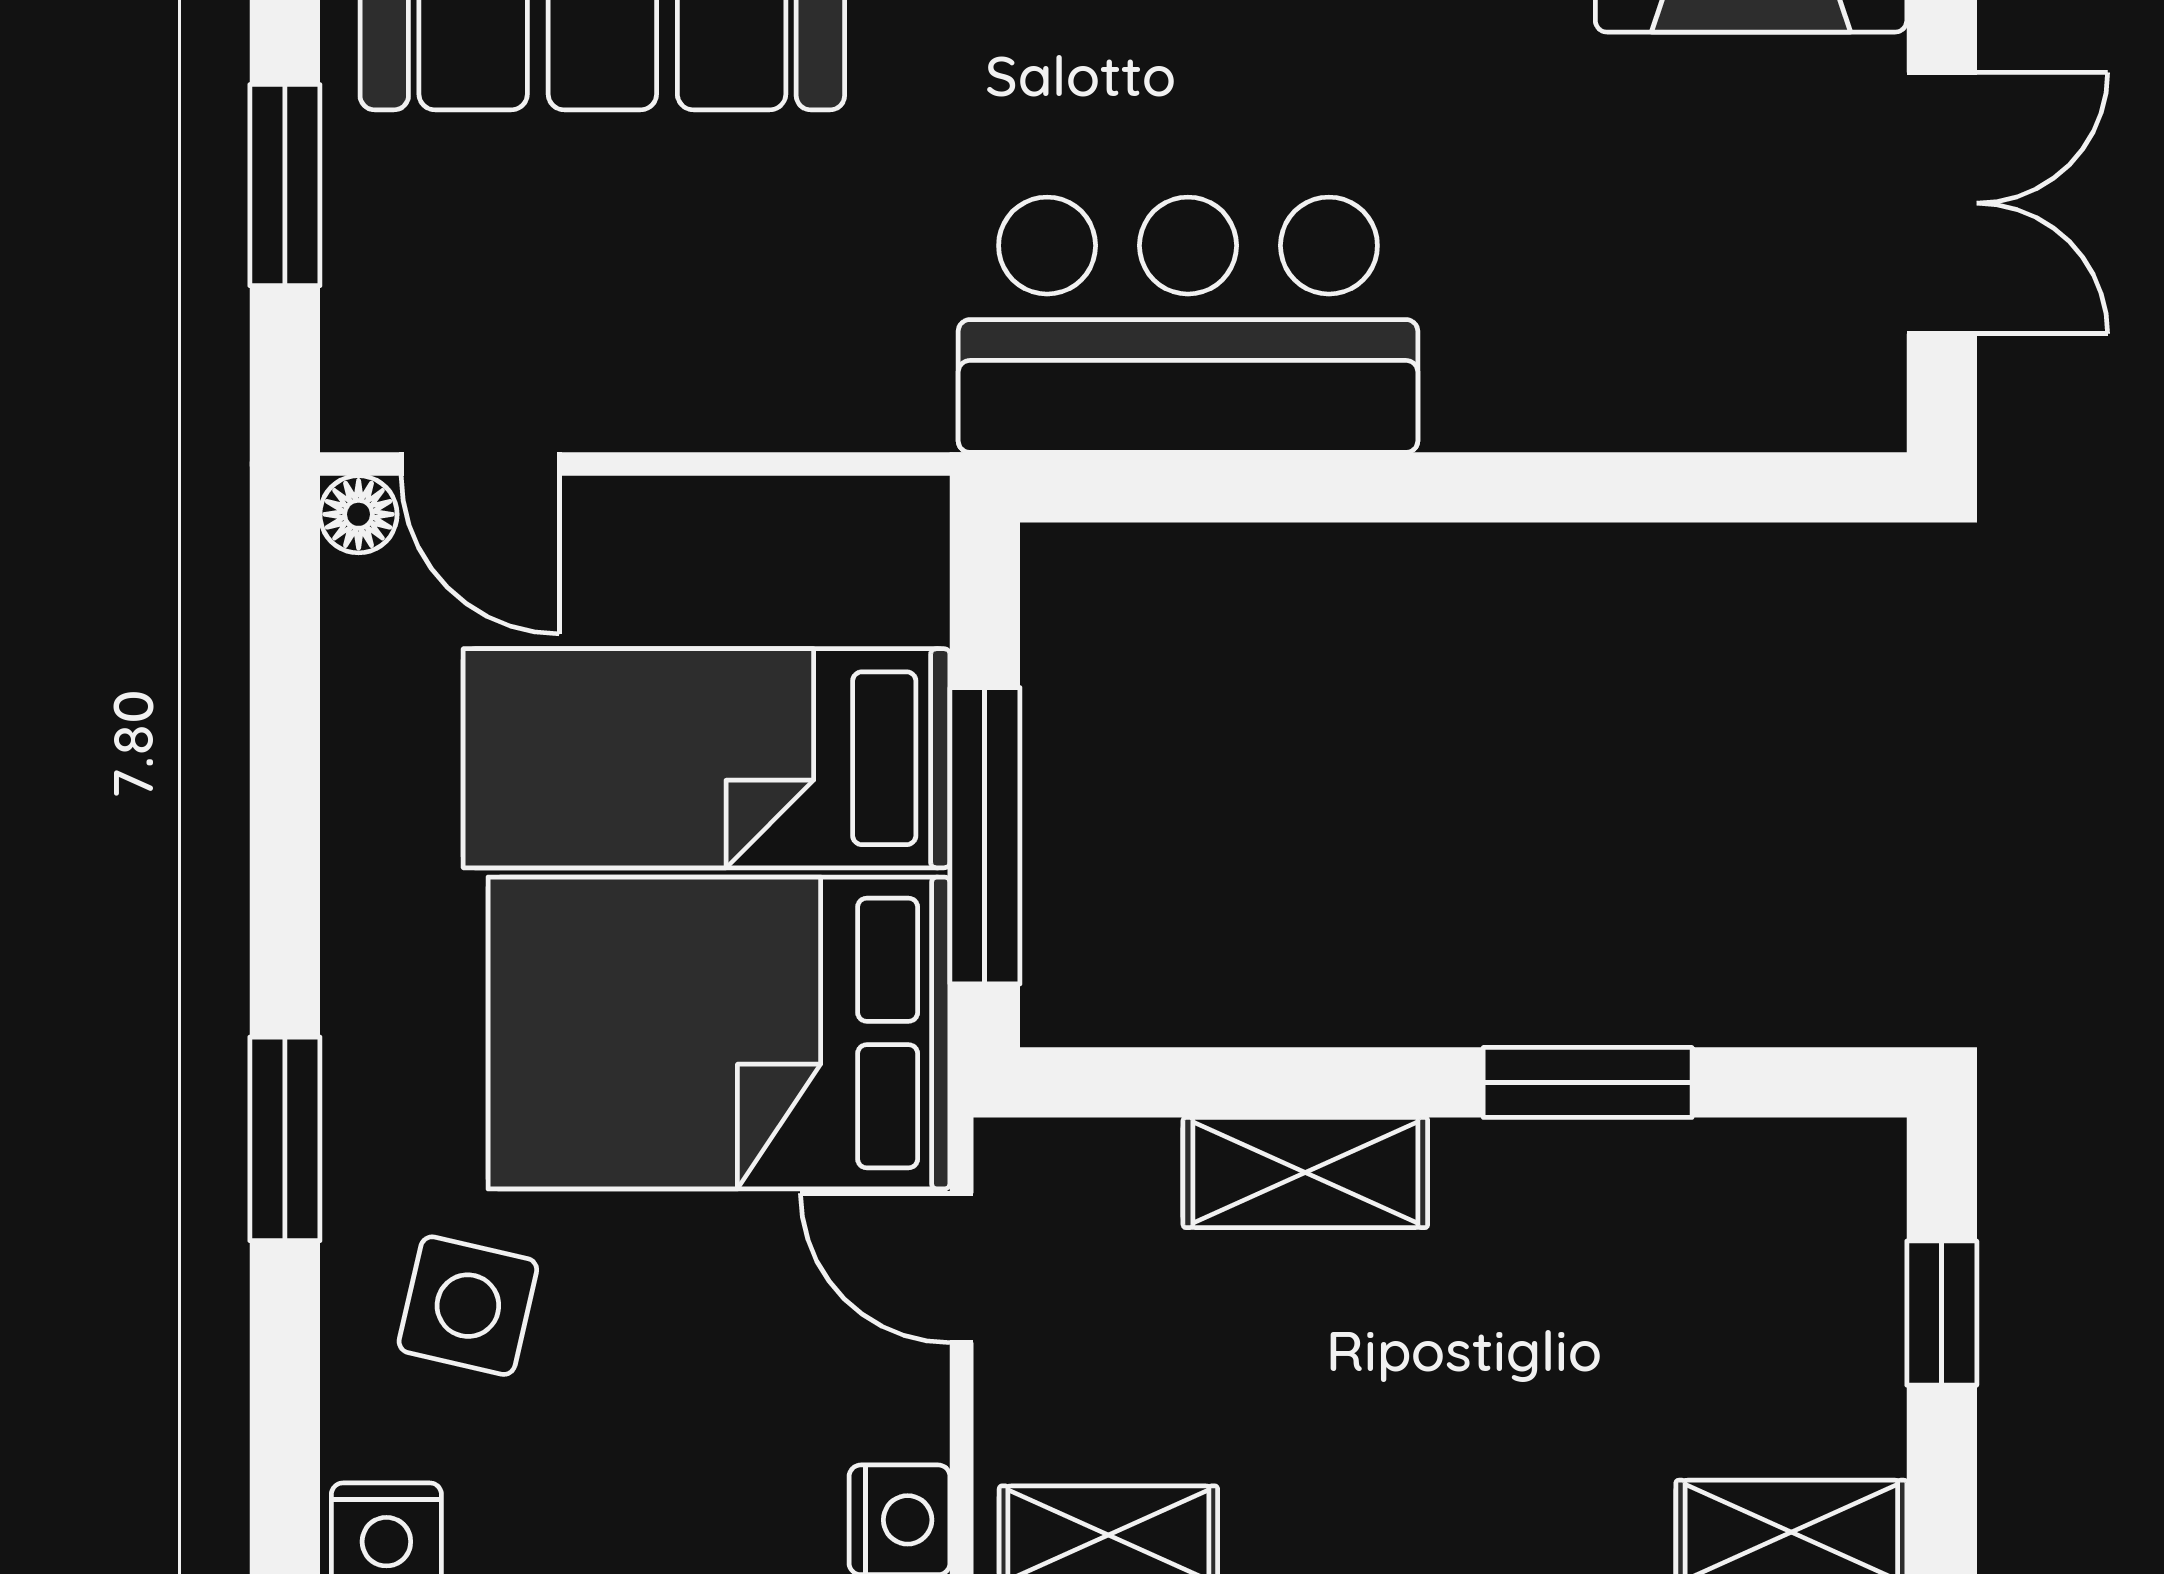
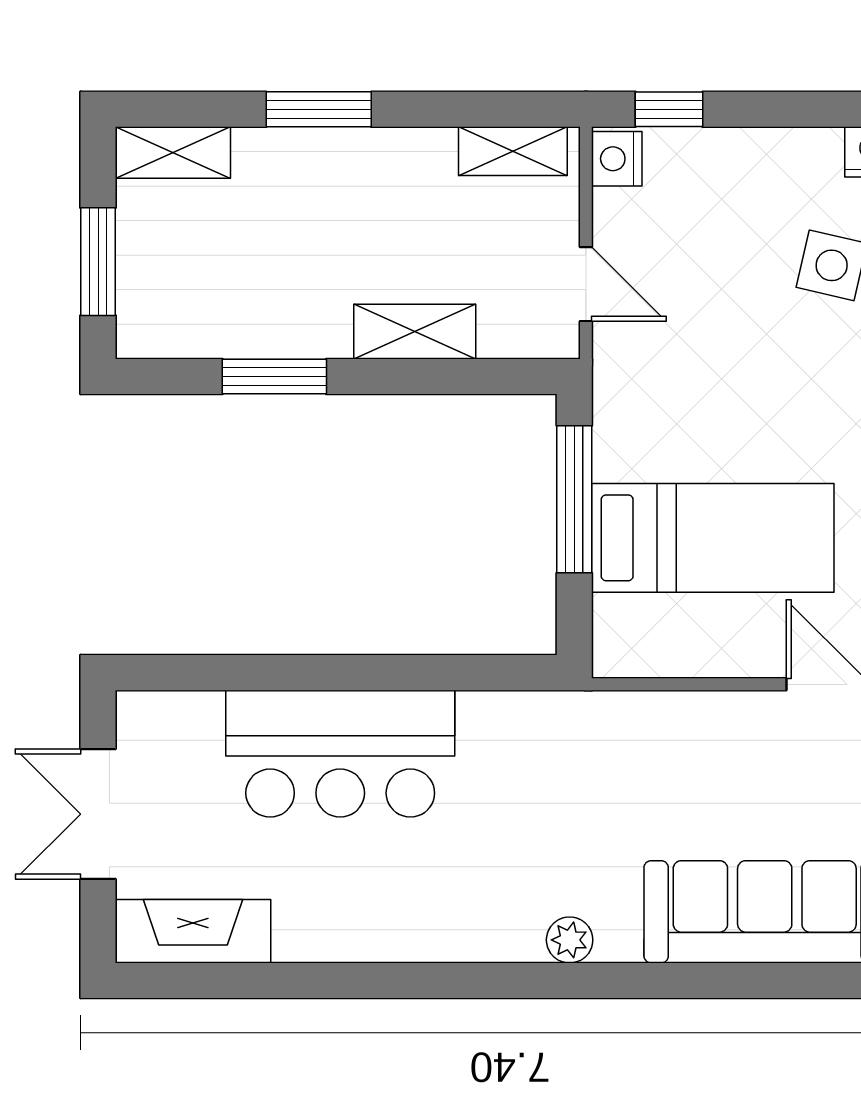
bar counter: (1188, 325) -> (340, 754), moved
bed: (719, 1033) -> (707, 401), removed
window: (1942, 1313) -> (98, 262), width x1.50

